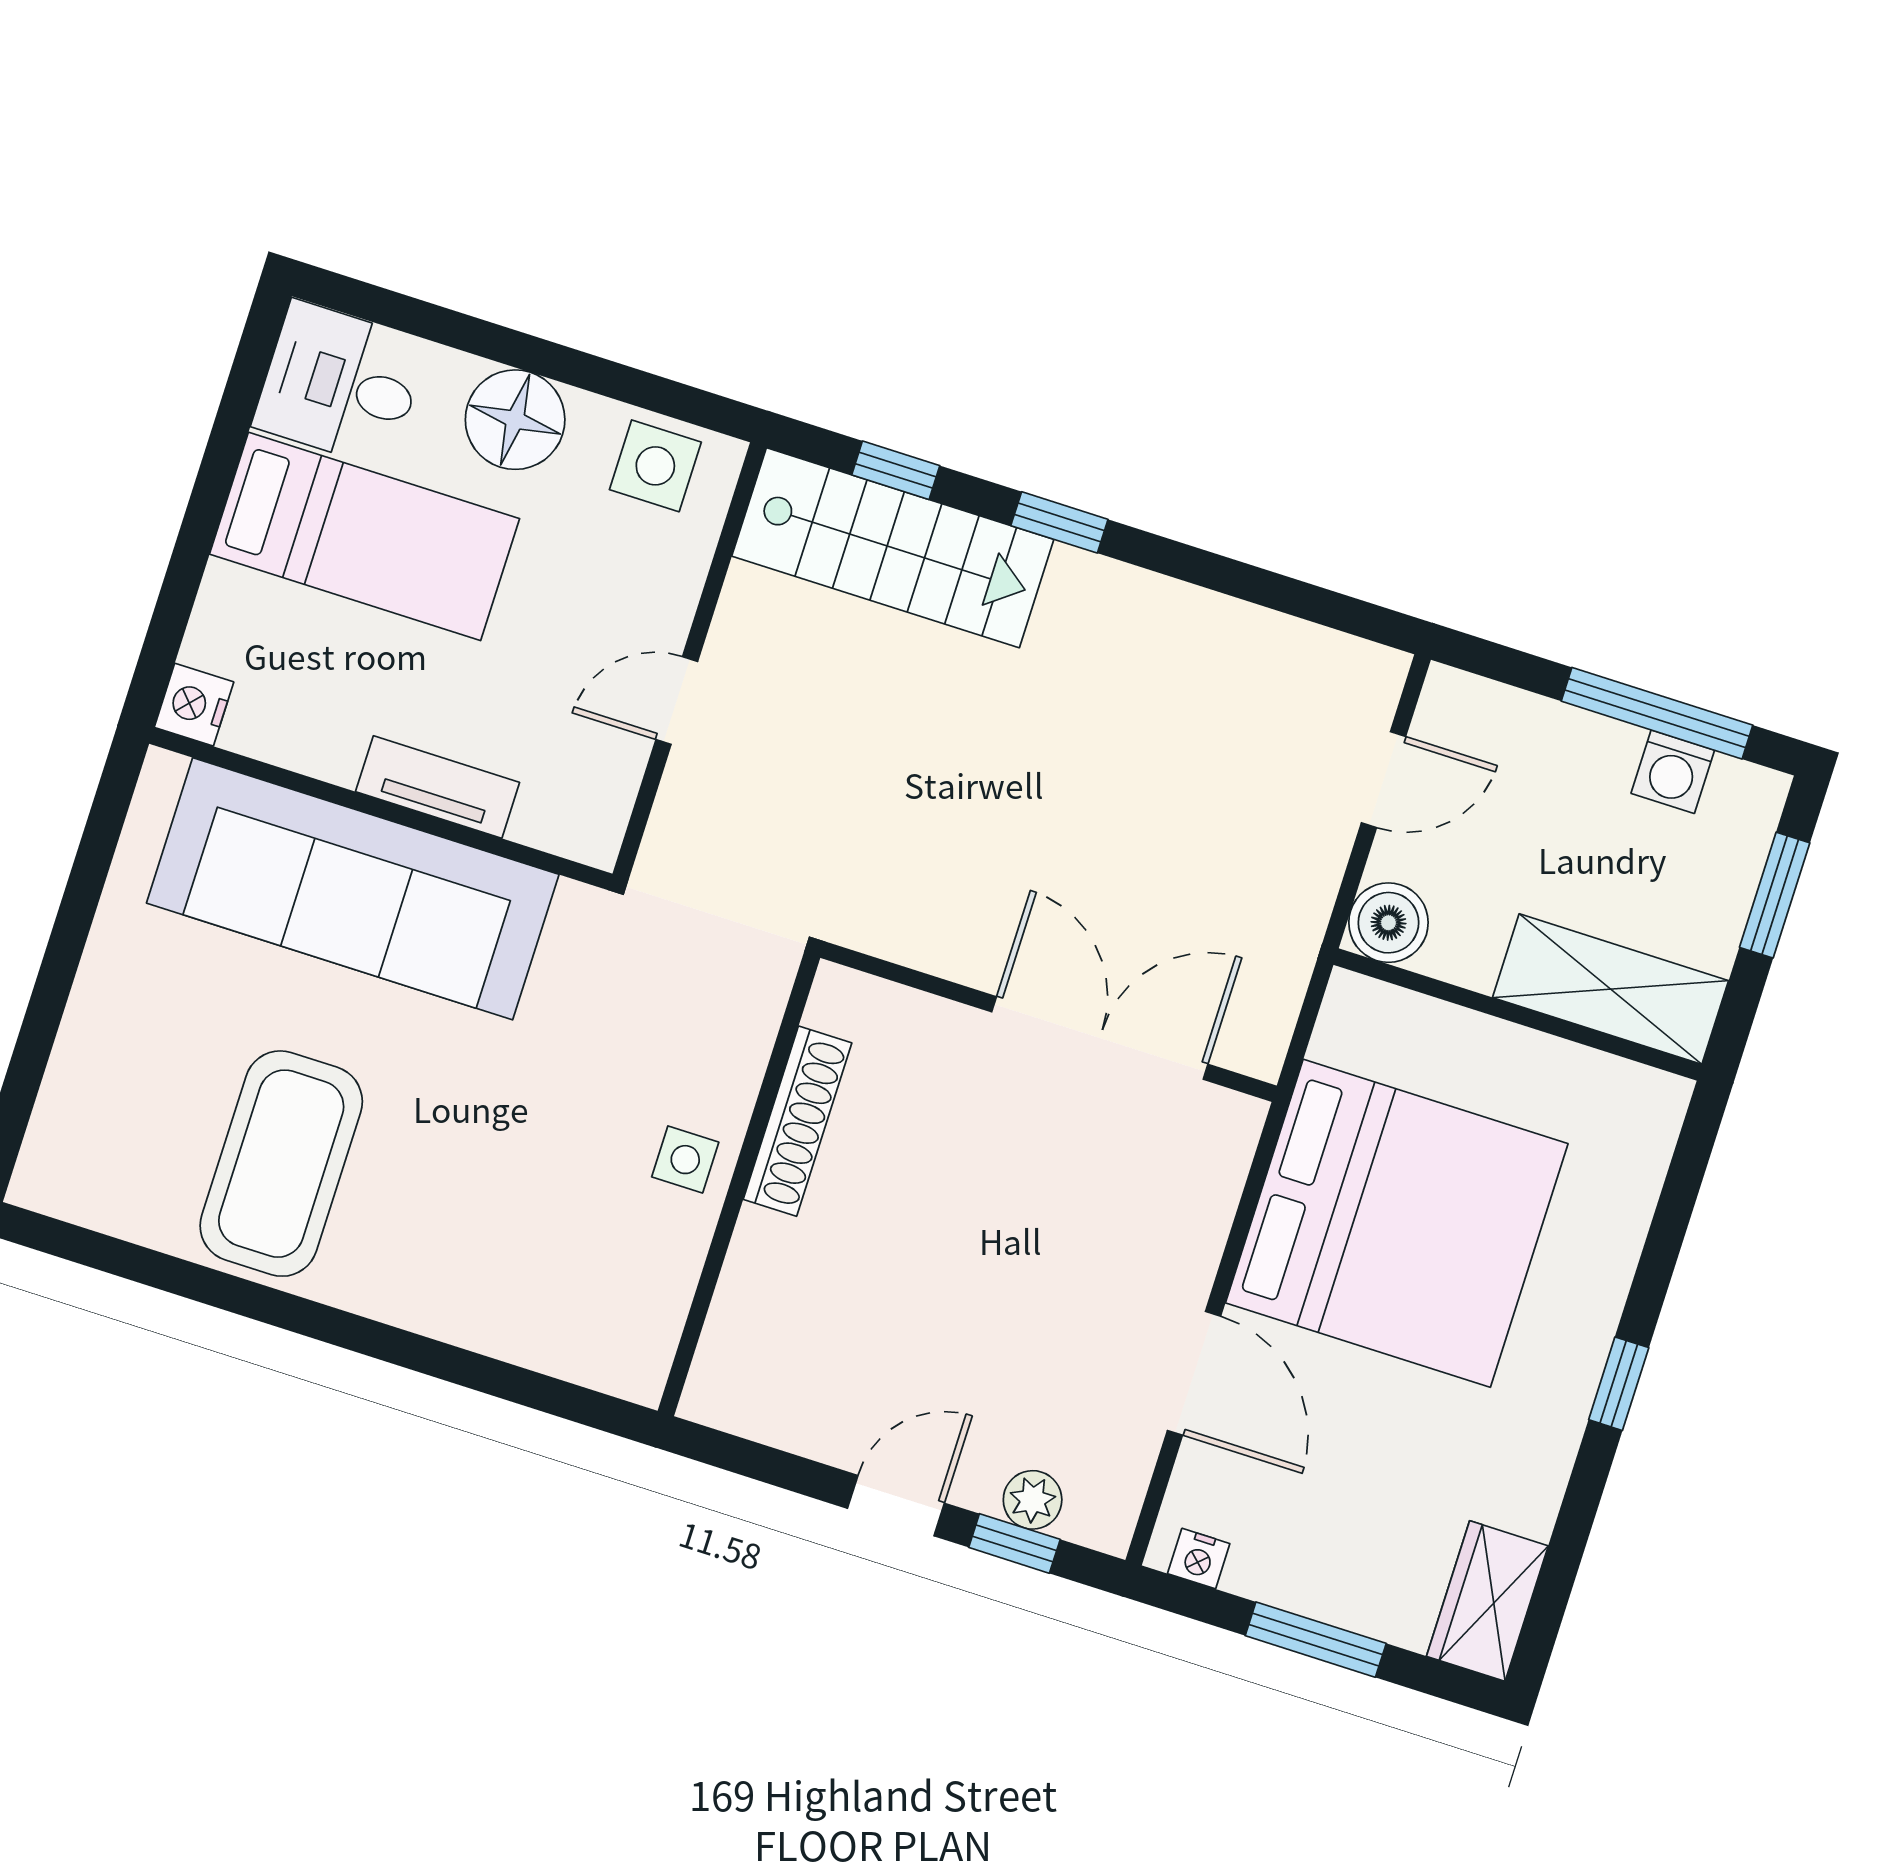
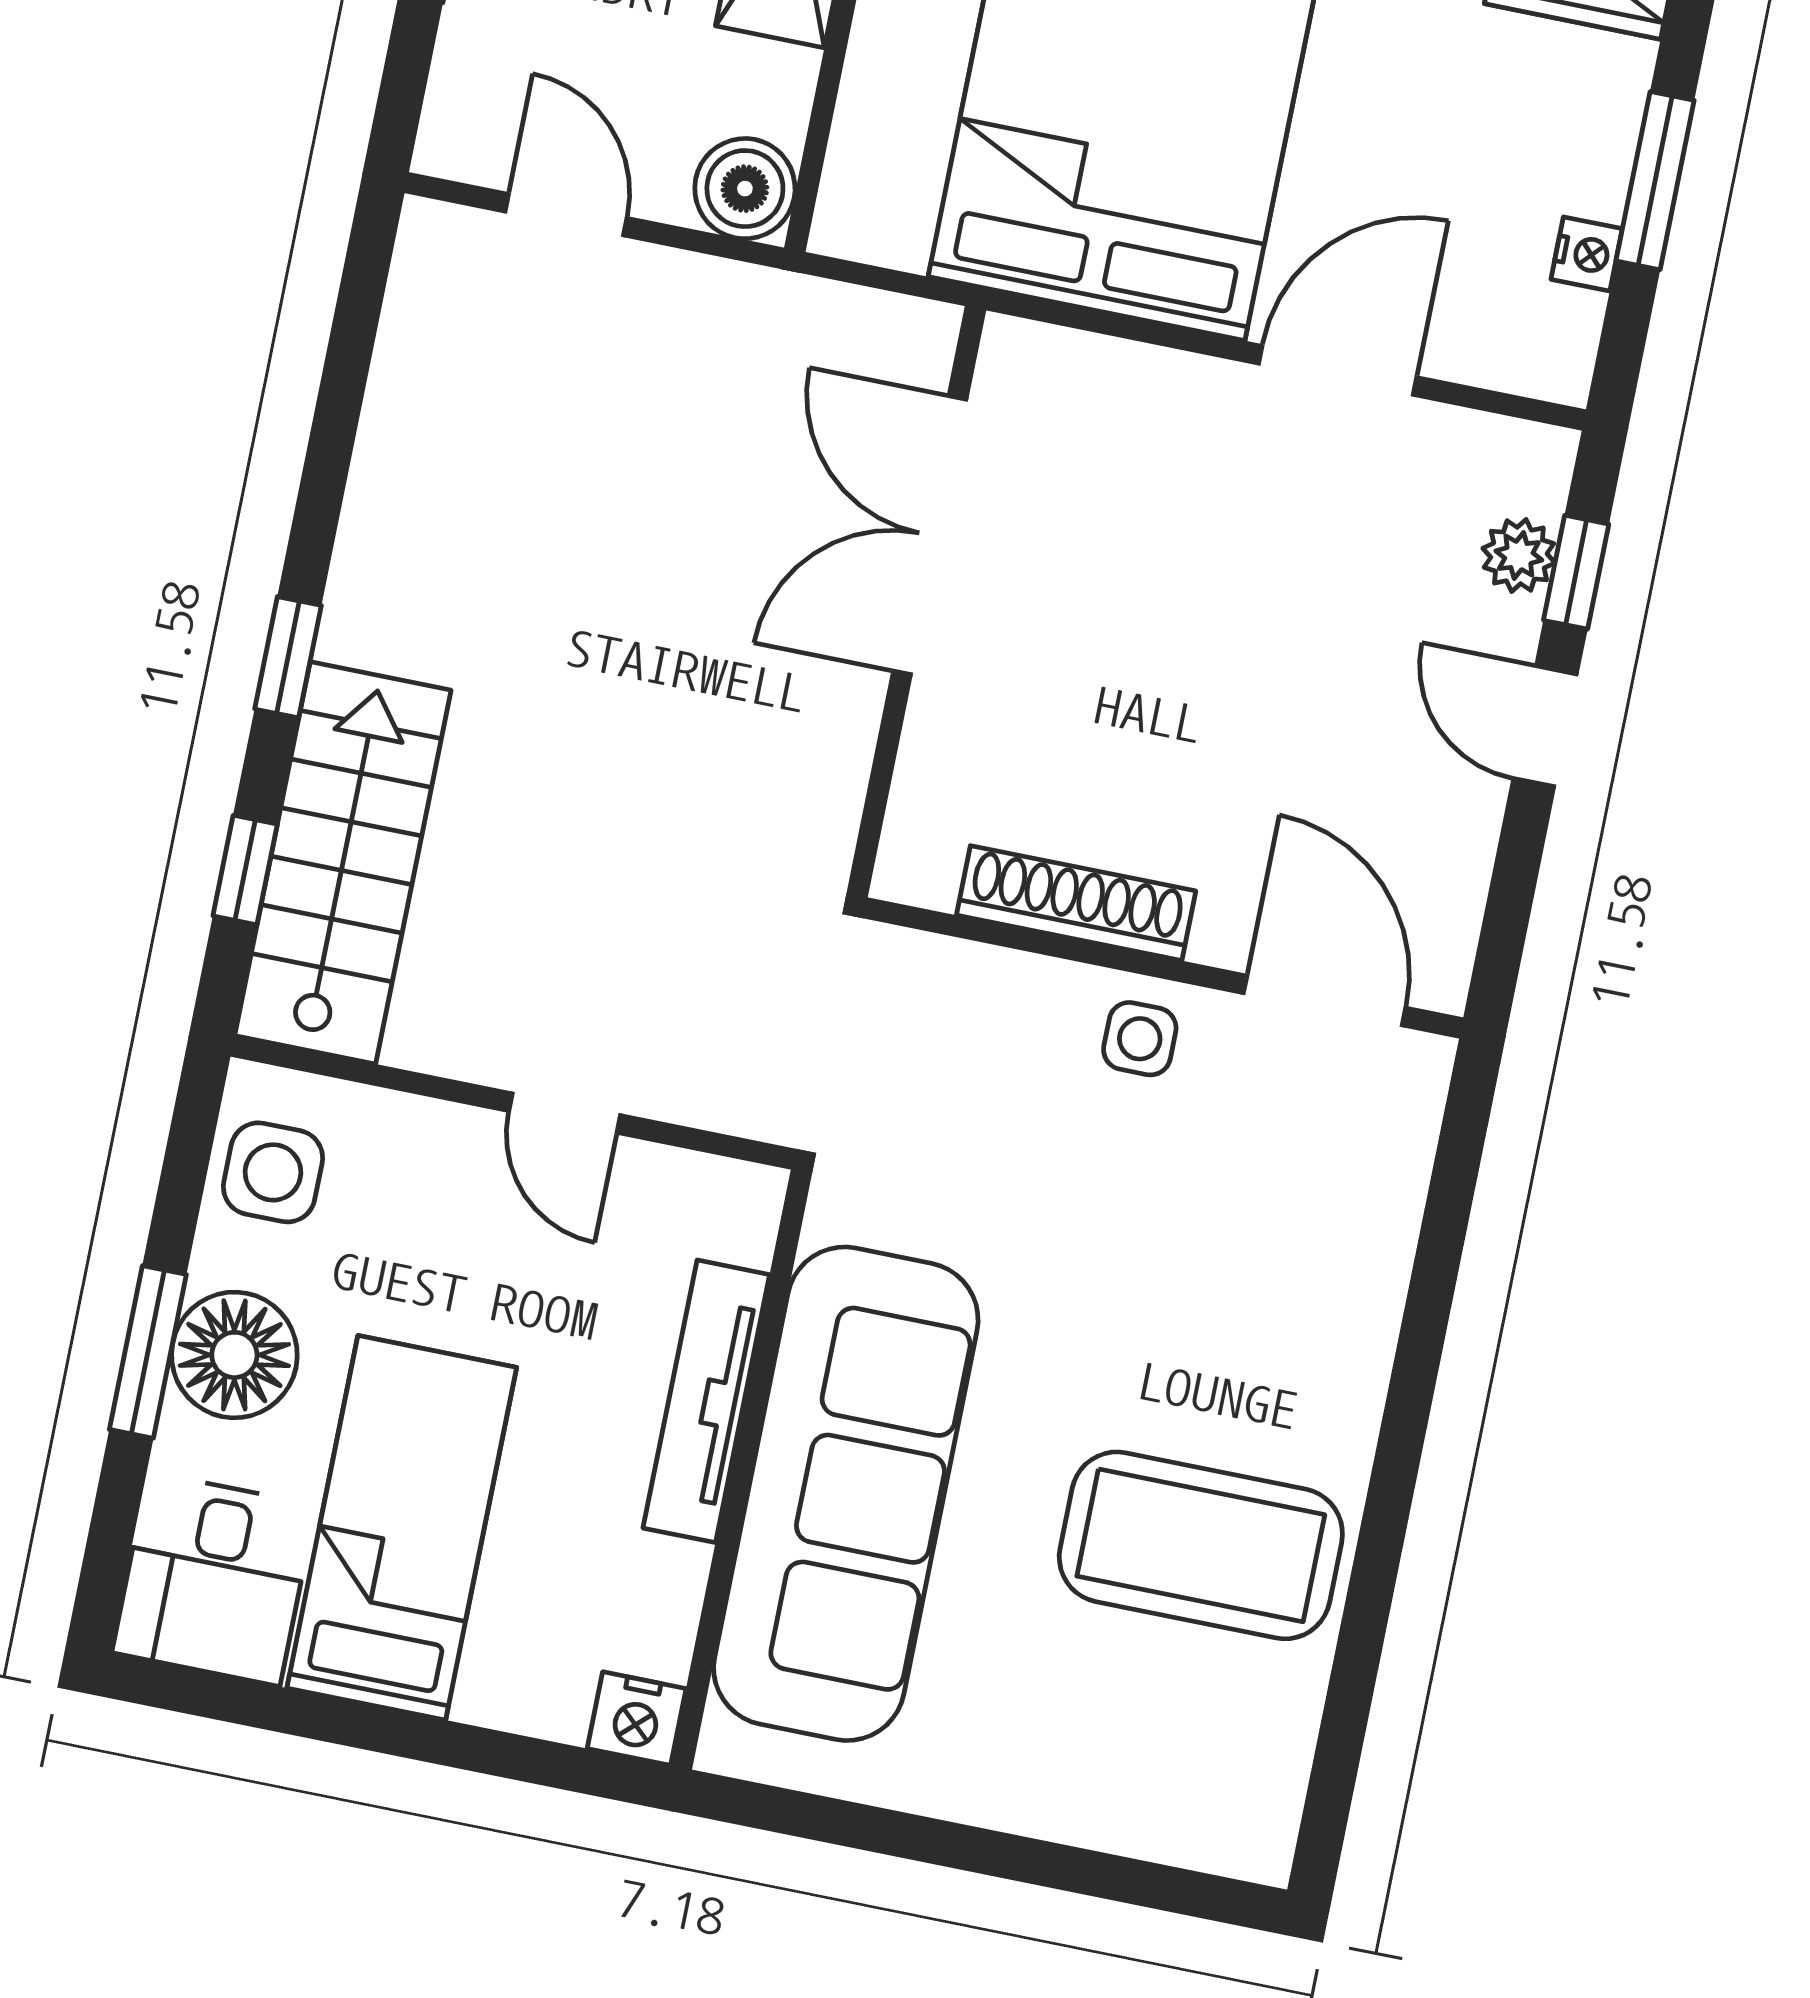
window: (525, 352) -> (148, 1352), added
tv unit: (438, 787) -> (706, 1401), width x1.41
door: (699, 1308) -> (1325, 1000), added
nightstand: (1199, 1559) -> (1587, 254), moved

